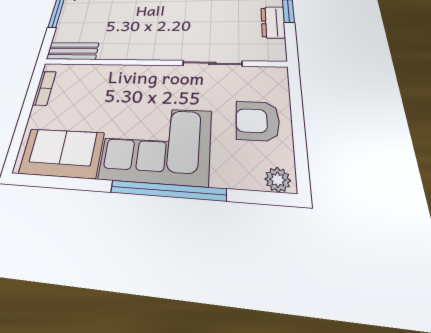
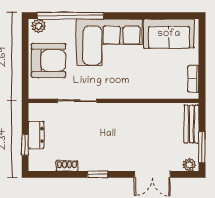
bench: (73, 51) -> (191, 124), moved, turned 90
armchair: (257, 121) -> (49, 60), width x1.36, depth x1.36
window: (168, 190) -> (70, 16), moved

